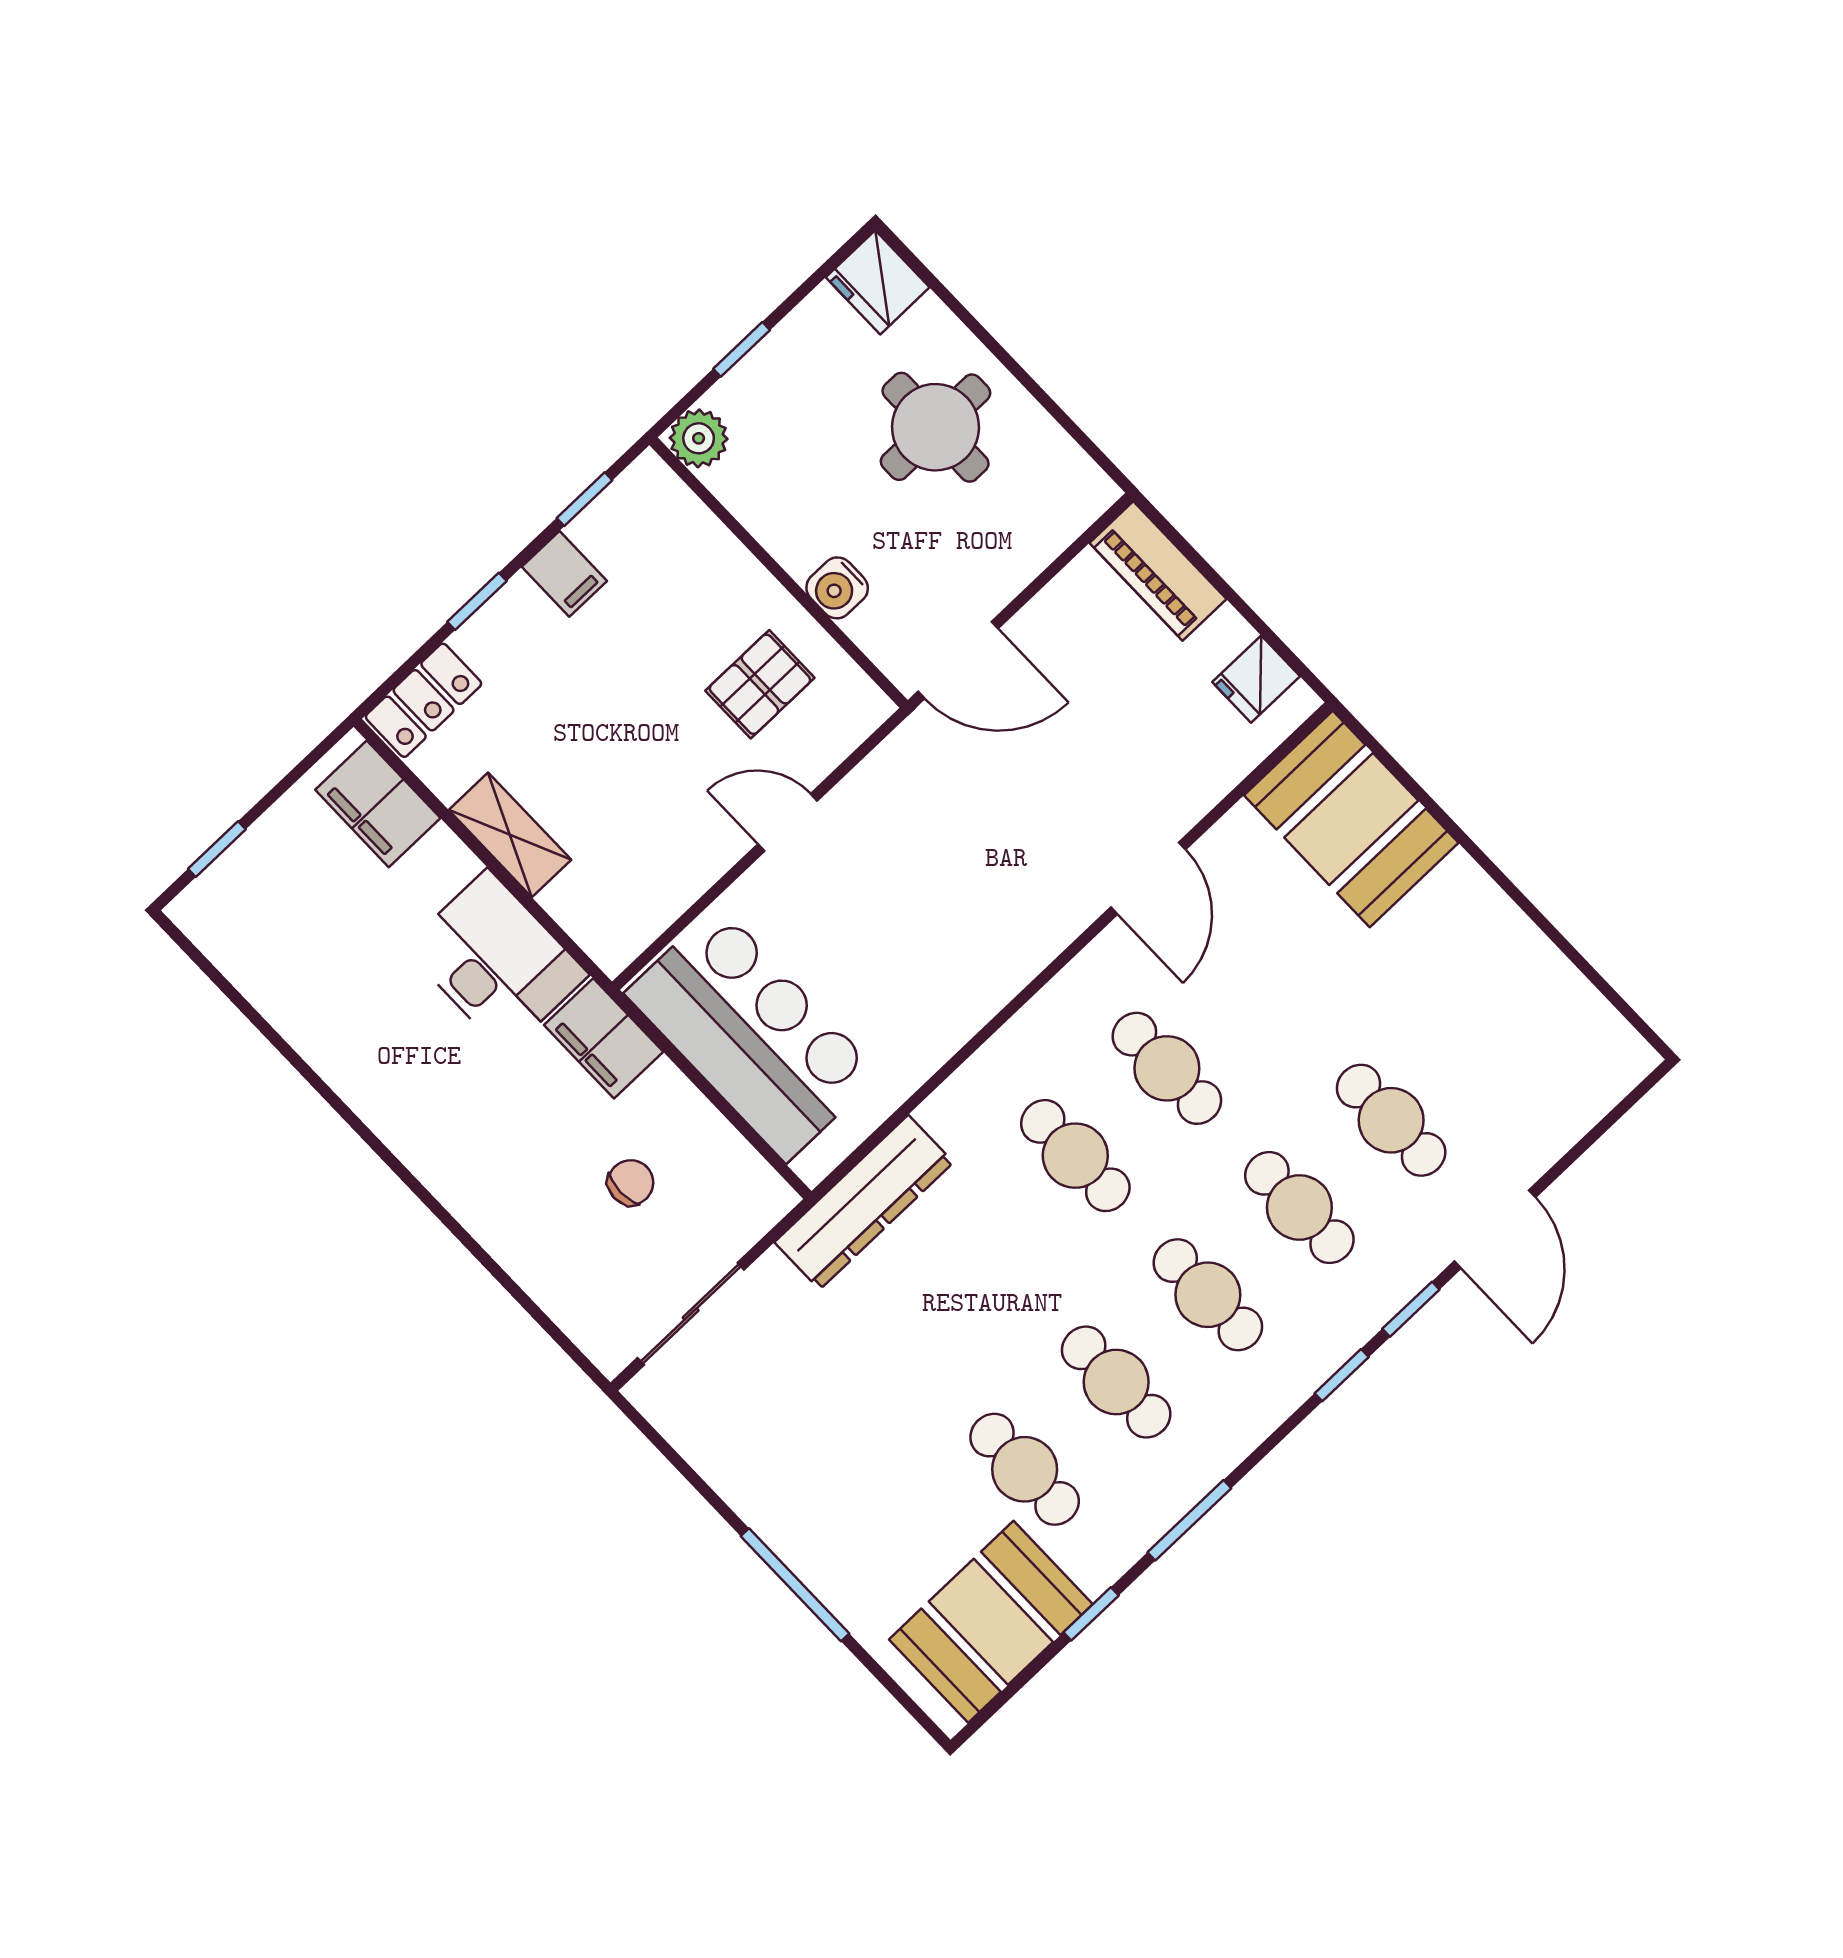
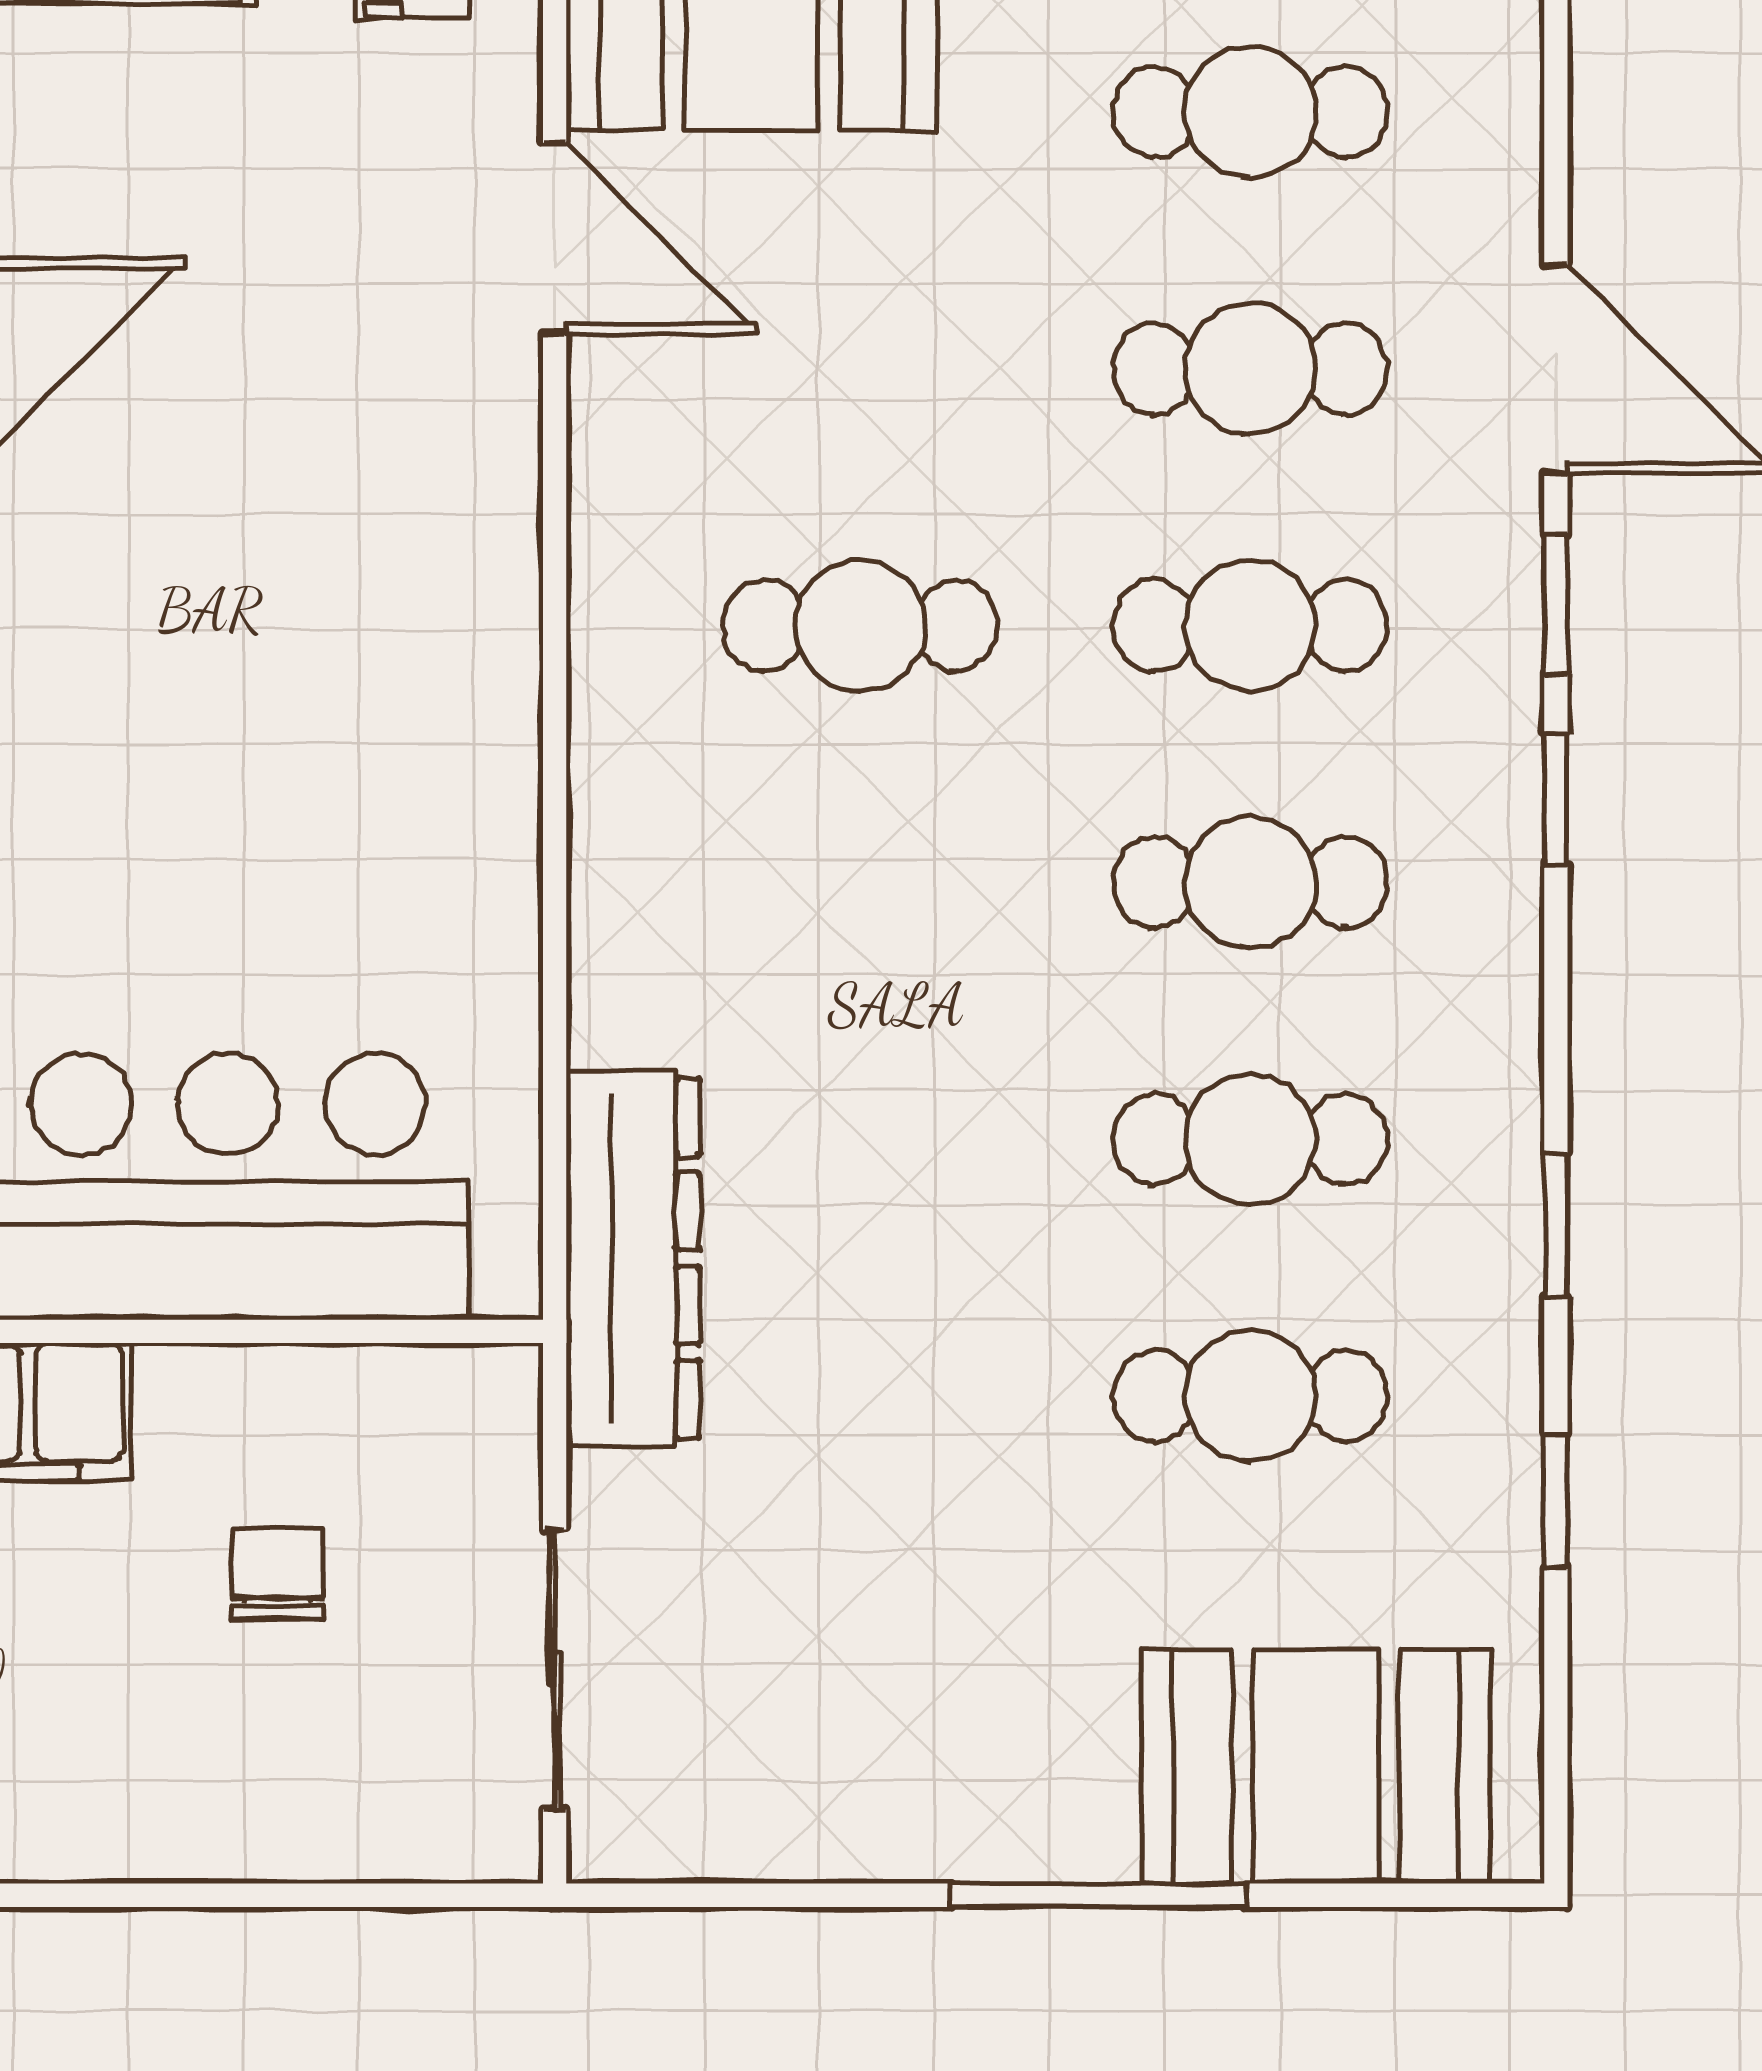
door: (1148, 878) -> (555, 238), moved
cafe table: (1075, 1156) -> (1250, 112), moved
window: (1189, 1520) -> (1556, 1225), width x0.67
booth: (991, 1622) -> (1316, 1767), moved, turned 90

